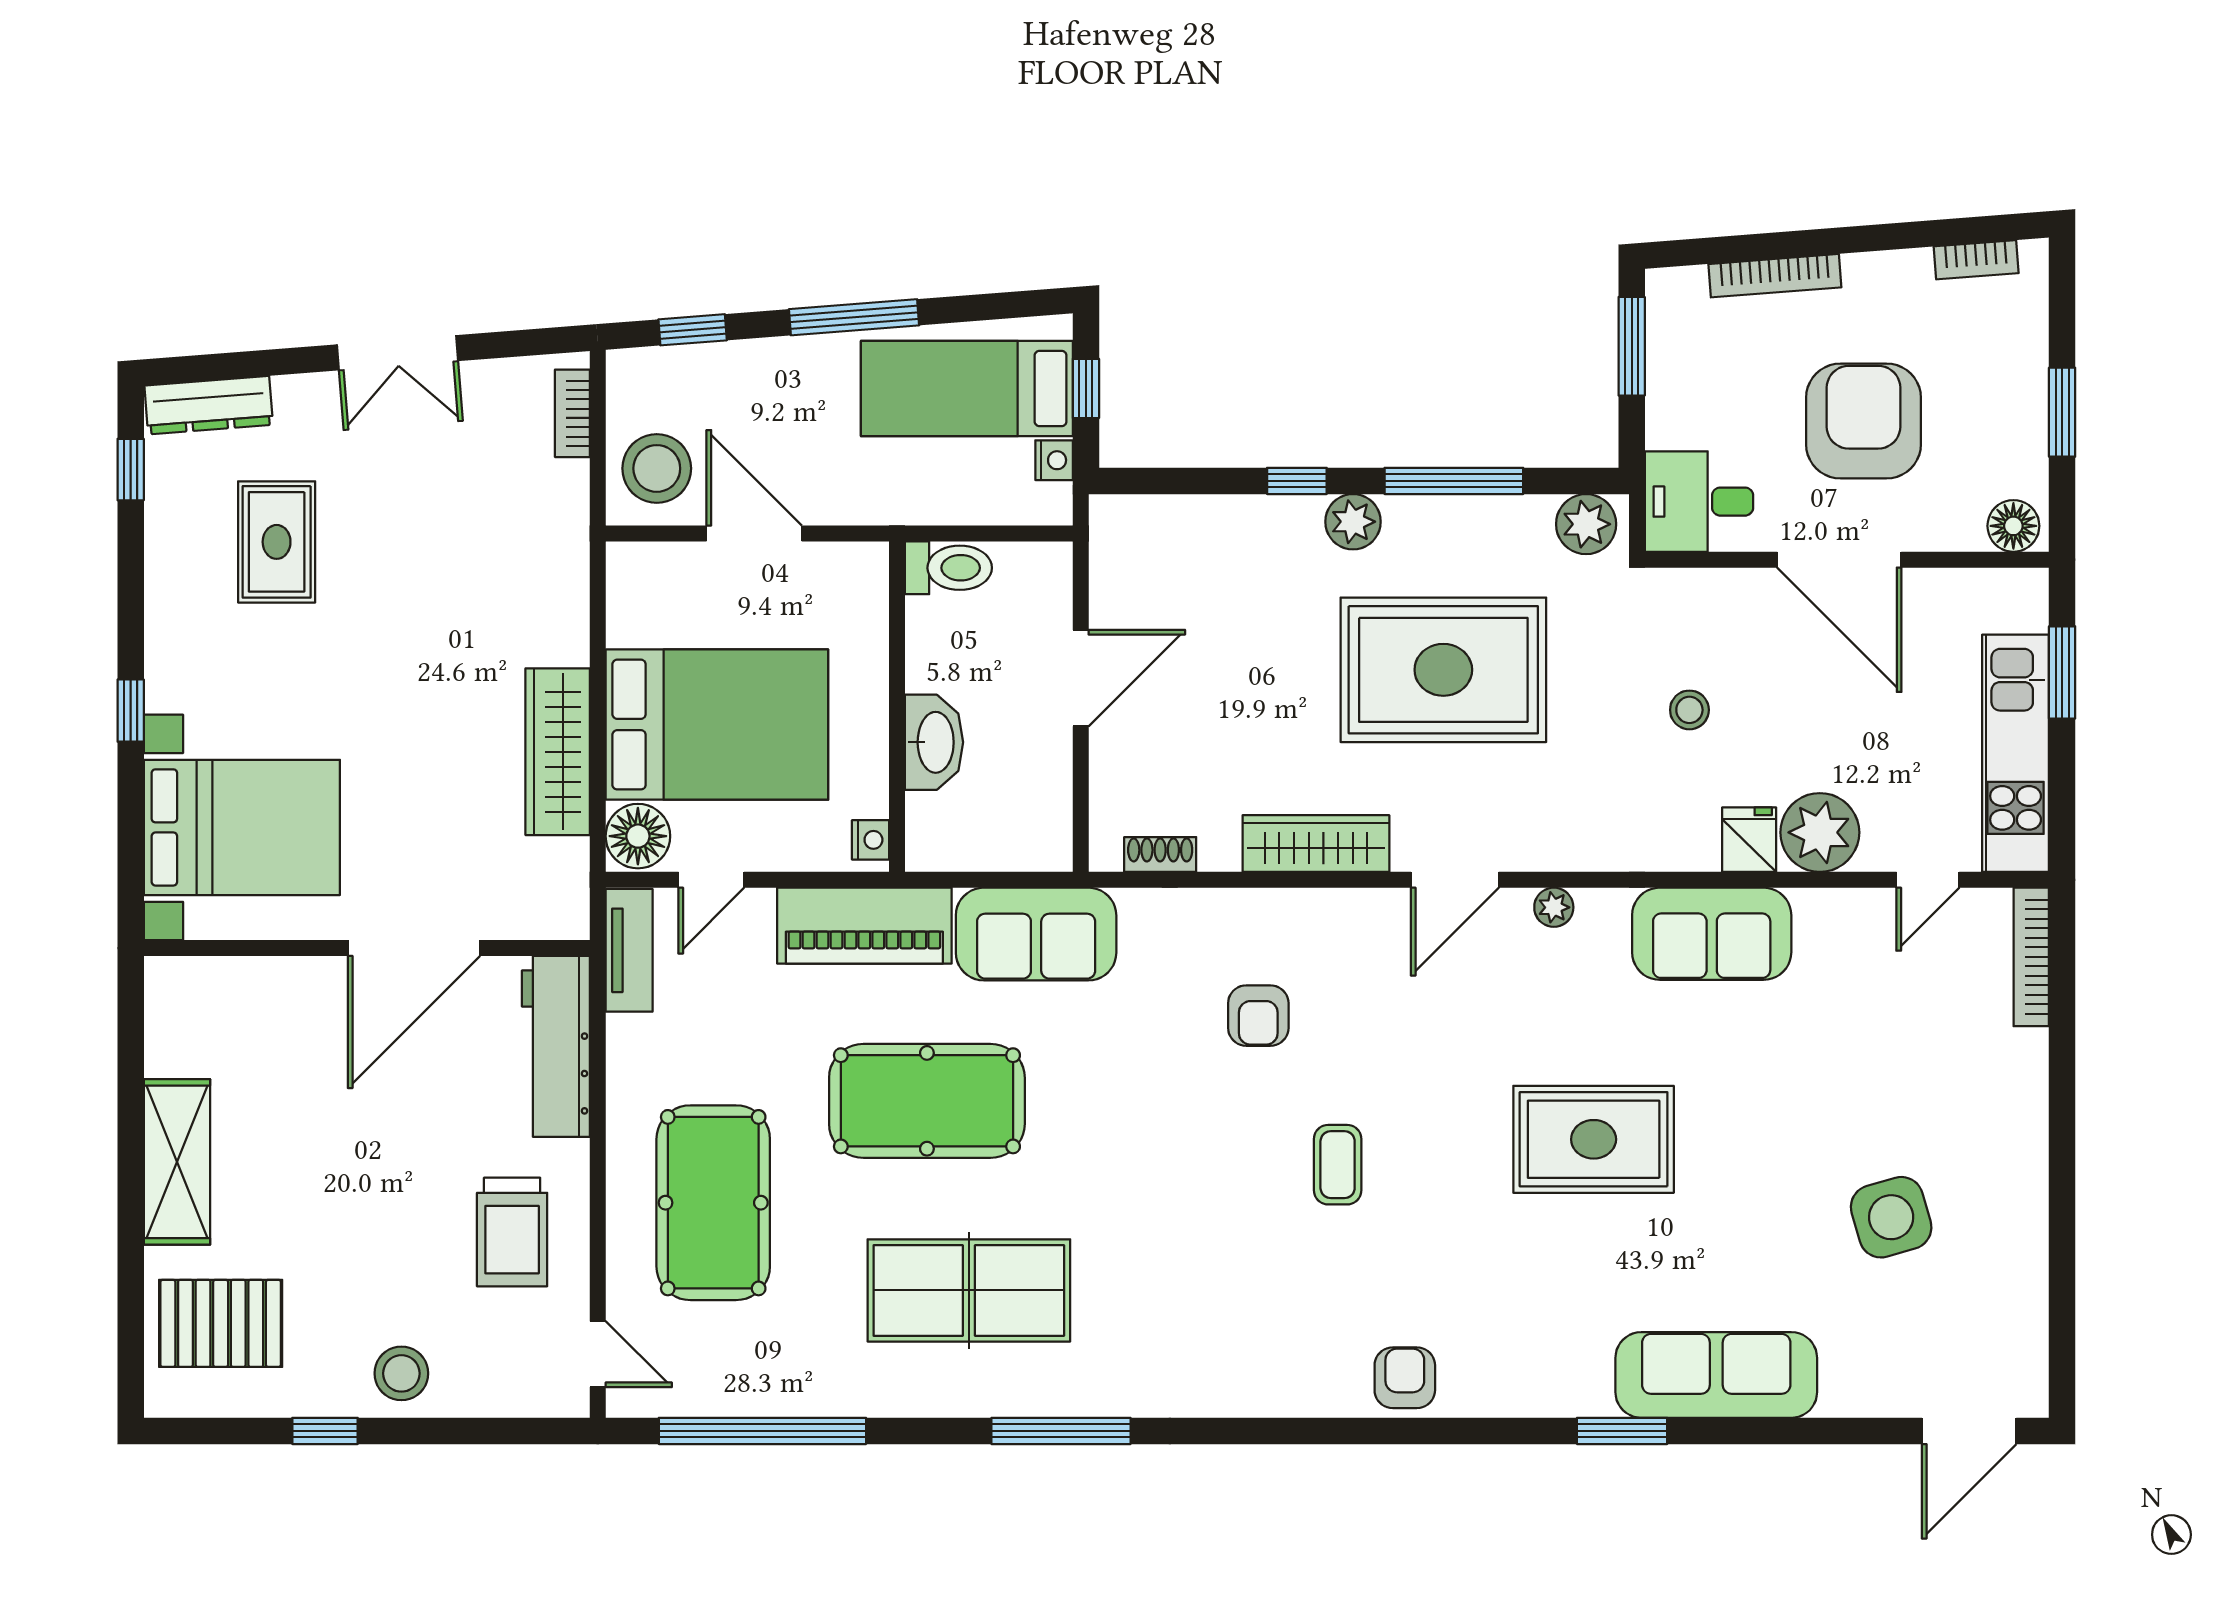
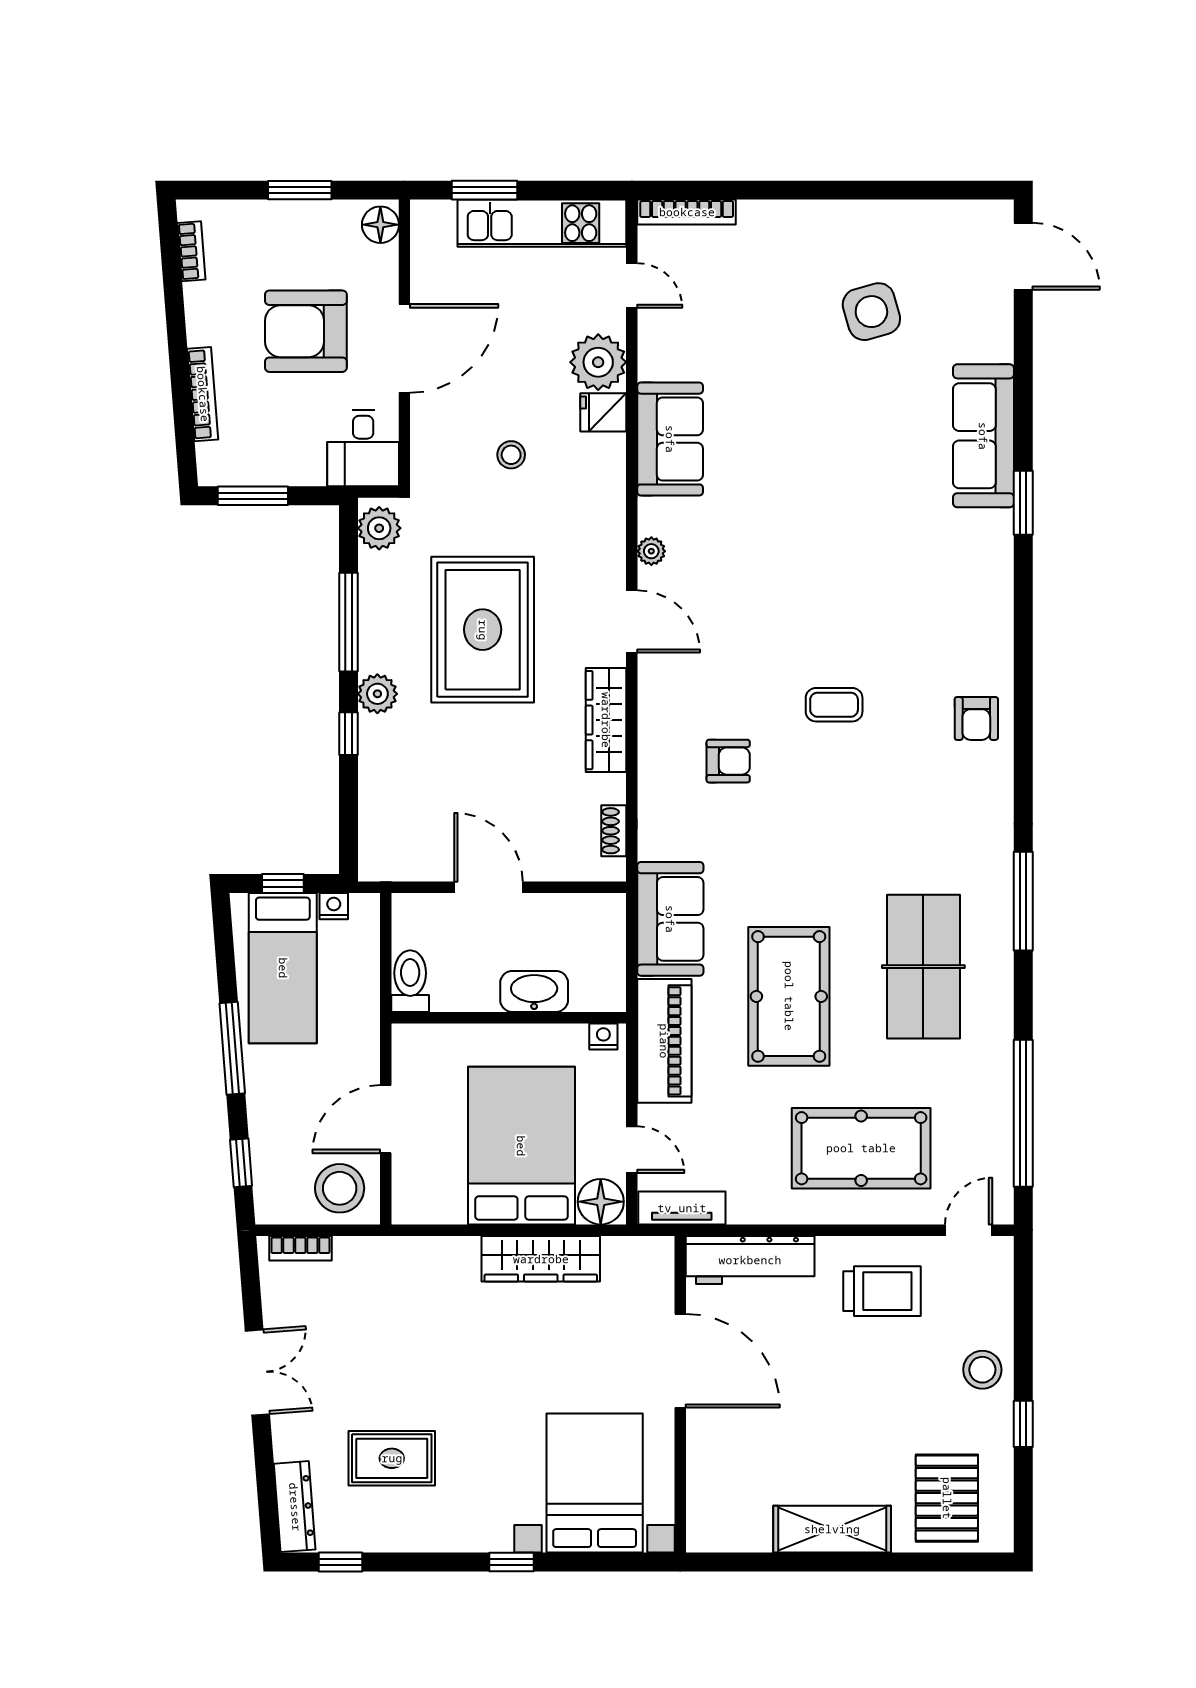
rug: (1594, 1139) -> (816, 523), removed
armchair: (1405, 1378) -> (976, 718), moved, turned -90

